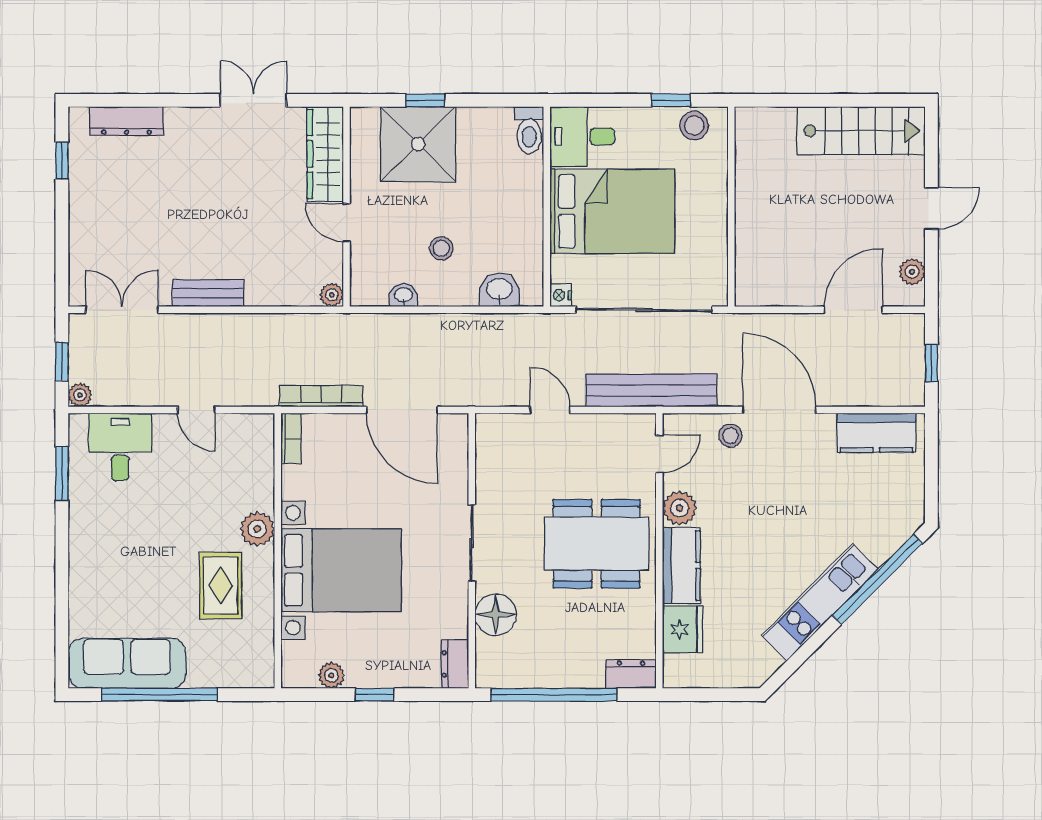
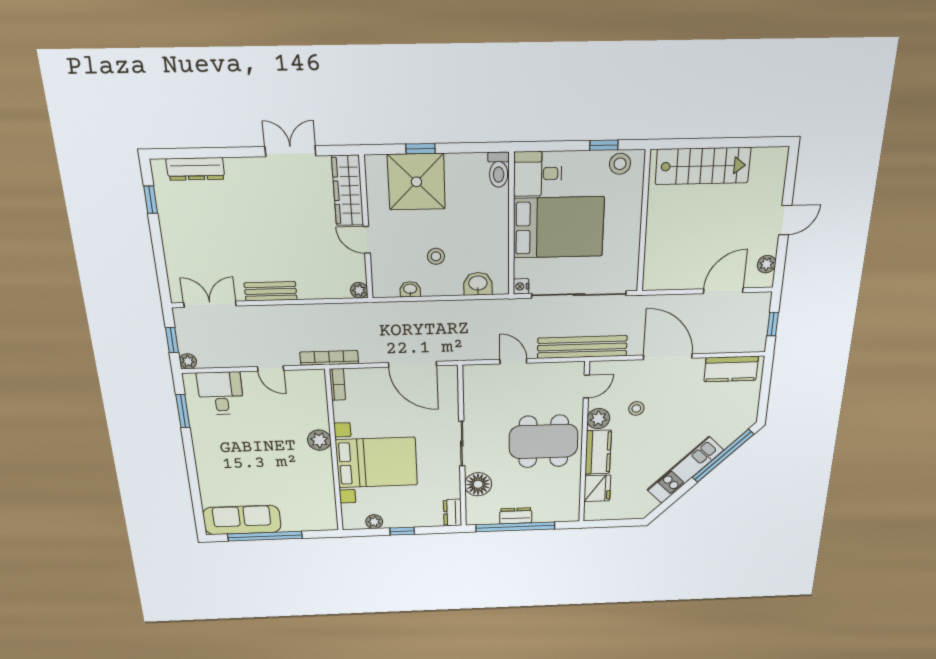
stairs: (861, 131) -> (703, 166), moved
bookcase: (321, 396) -> (329, 358), moved
stool: (730, 436) -> (636, 408), moved
rug: (221, 586) -> (298, 474), removed
dresser: (631, 674) -> (516, 516), moved

